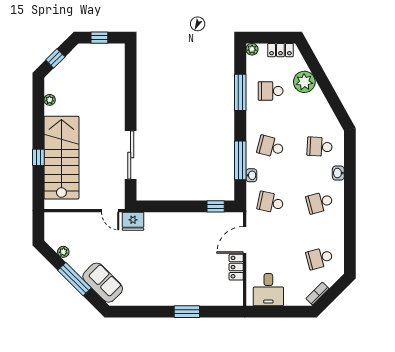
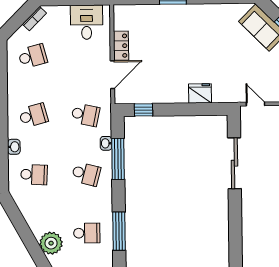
fridge: (133, 221) -> (200, 93), moved

